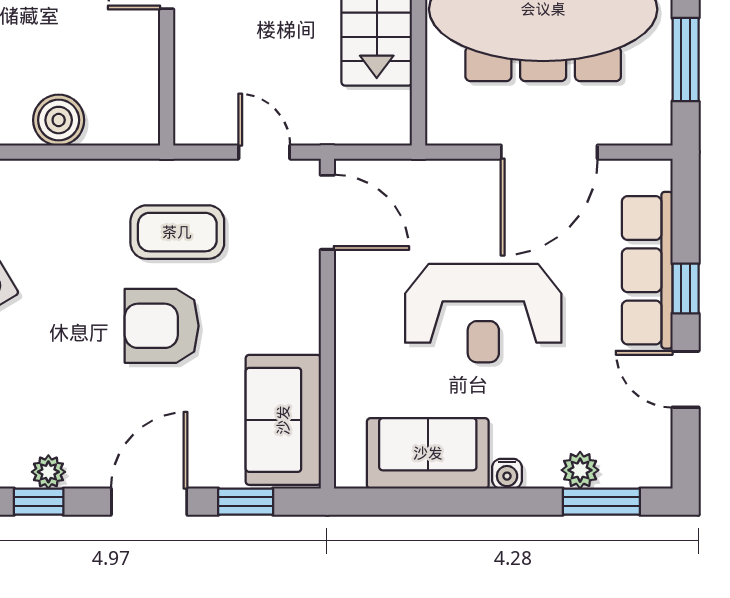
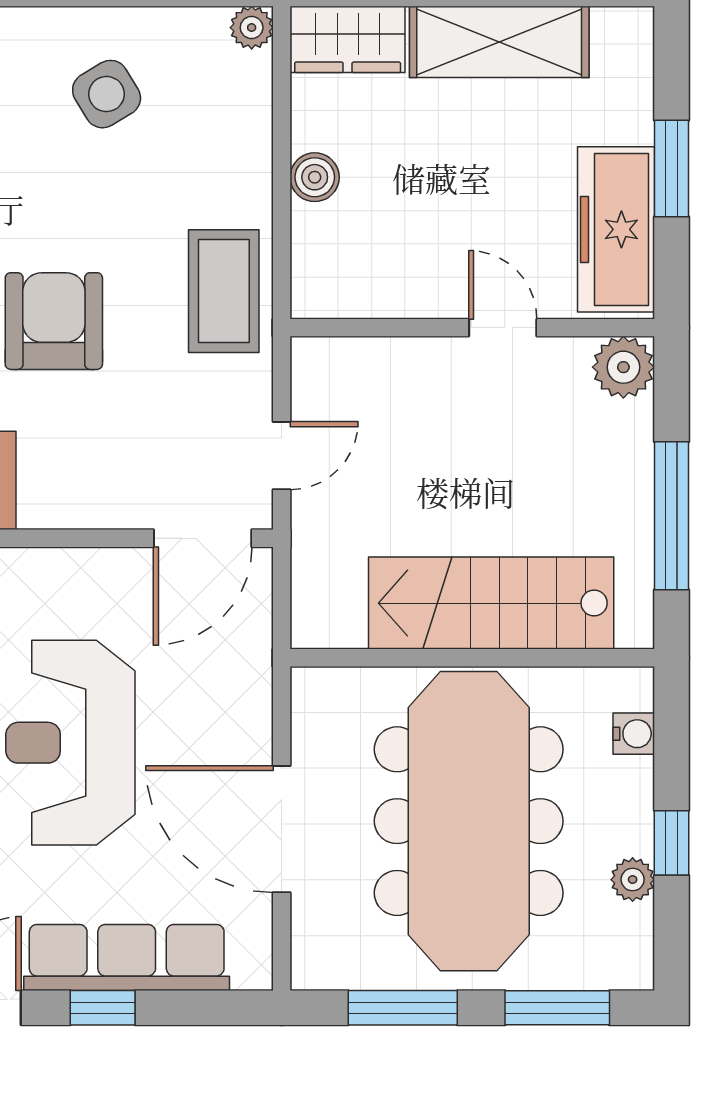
boiler: (59, 120) -> (315, 177), width x0.73, depth x0.73
coffee table: (177, 232) -> (224, 291), moved

